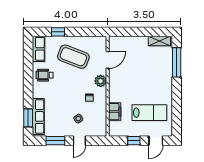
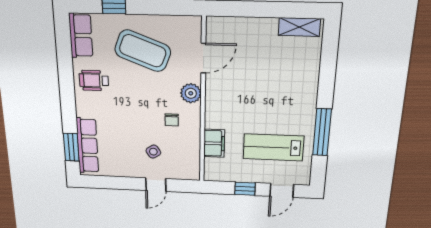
window: (177, 62) -> (322, 132), moved
lab bench: (149, 113) -> (273, 147), turned 180
window: (55, 141) -> (117, 183), removed

